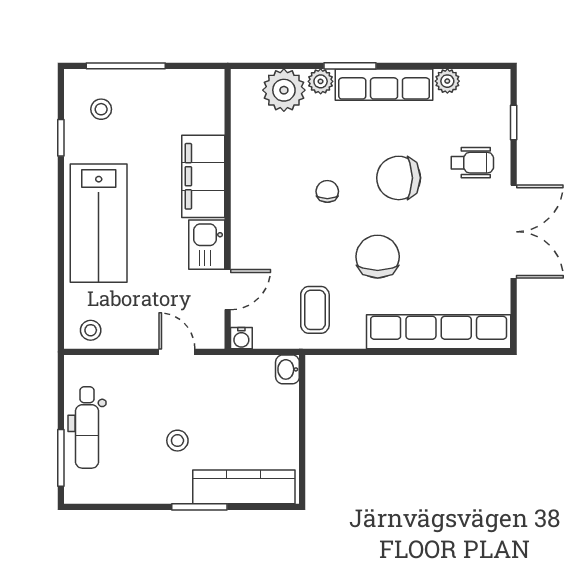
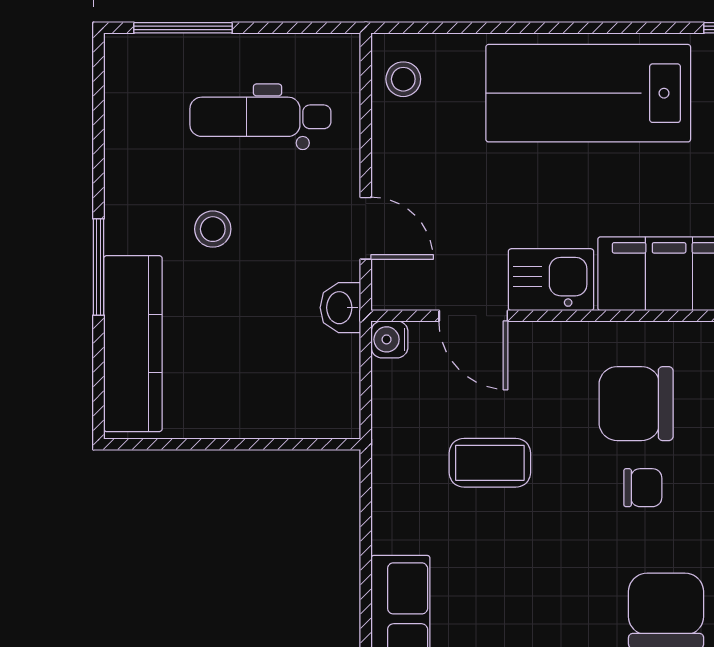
chair: (378, 257) -> (636, 404), moved, turned 180
coffee table: (315, 310) -> (490, 463), moved
door: (177, 352) -> (366, 228), hinge flipped
washbasin: (287, 369) -> (340, 308), moved, turned -90
dental chair: (87, 427) -> (260, 117), moved

